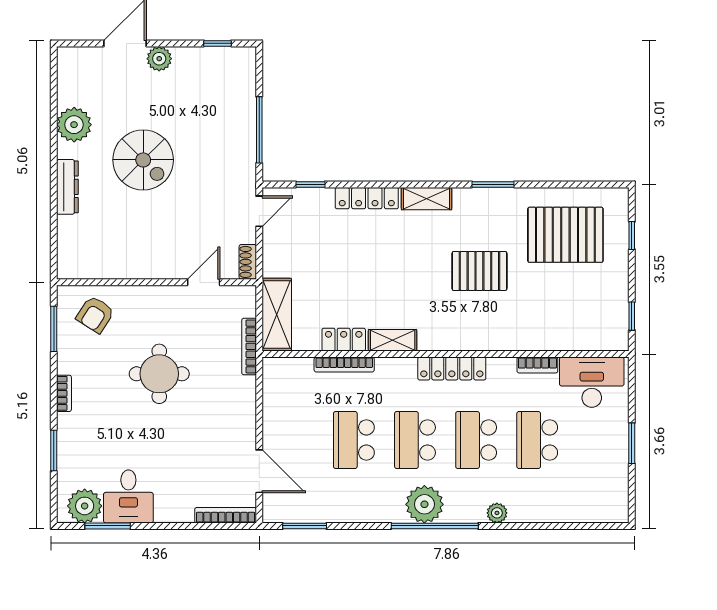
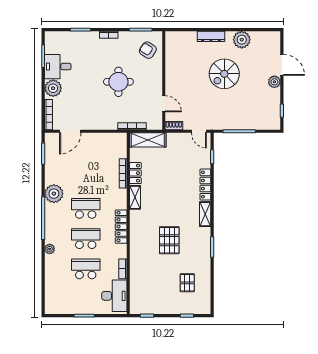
pallet: (565, 235) -> (187, 283), width x0.49, depth x0.50
school desk: (354, 440) -> (86, 178), removed
plant: (424, 504) -> (54, 194), moved
plant: (85, 506) -> (53, 88), moved

